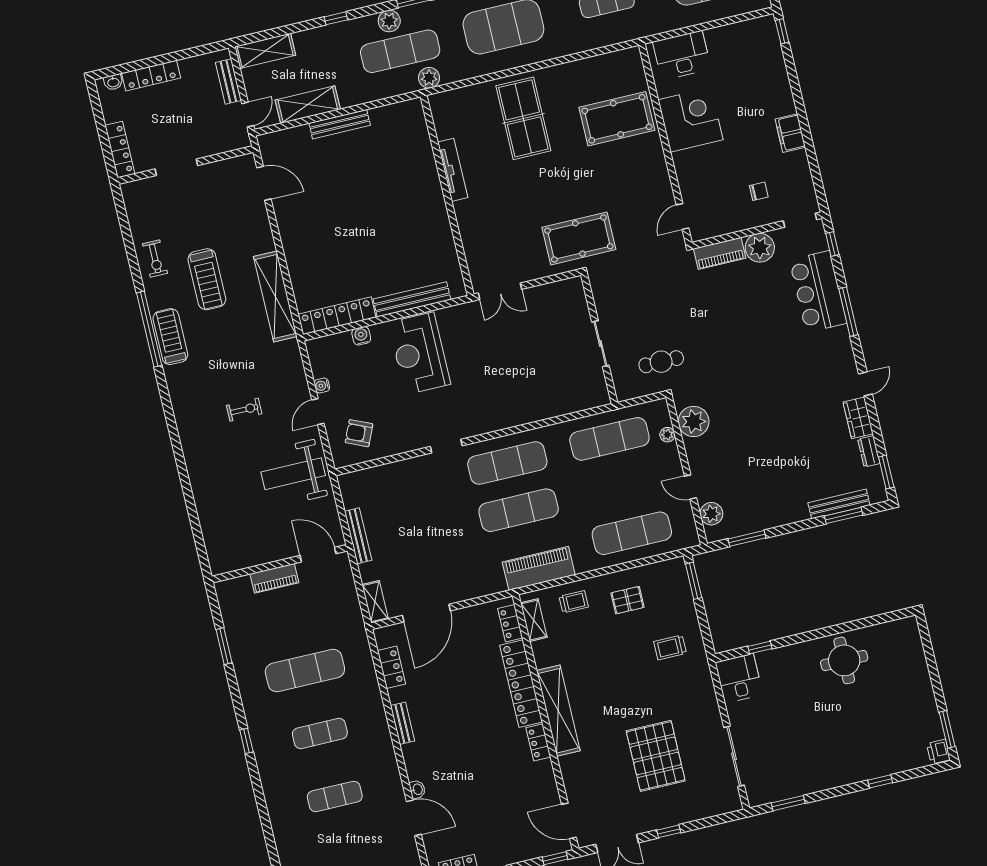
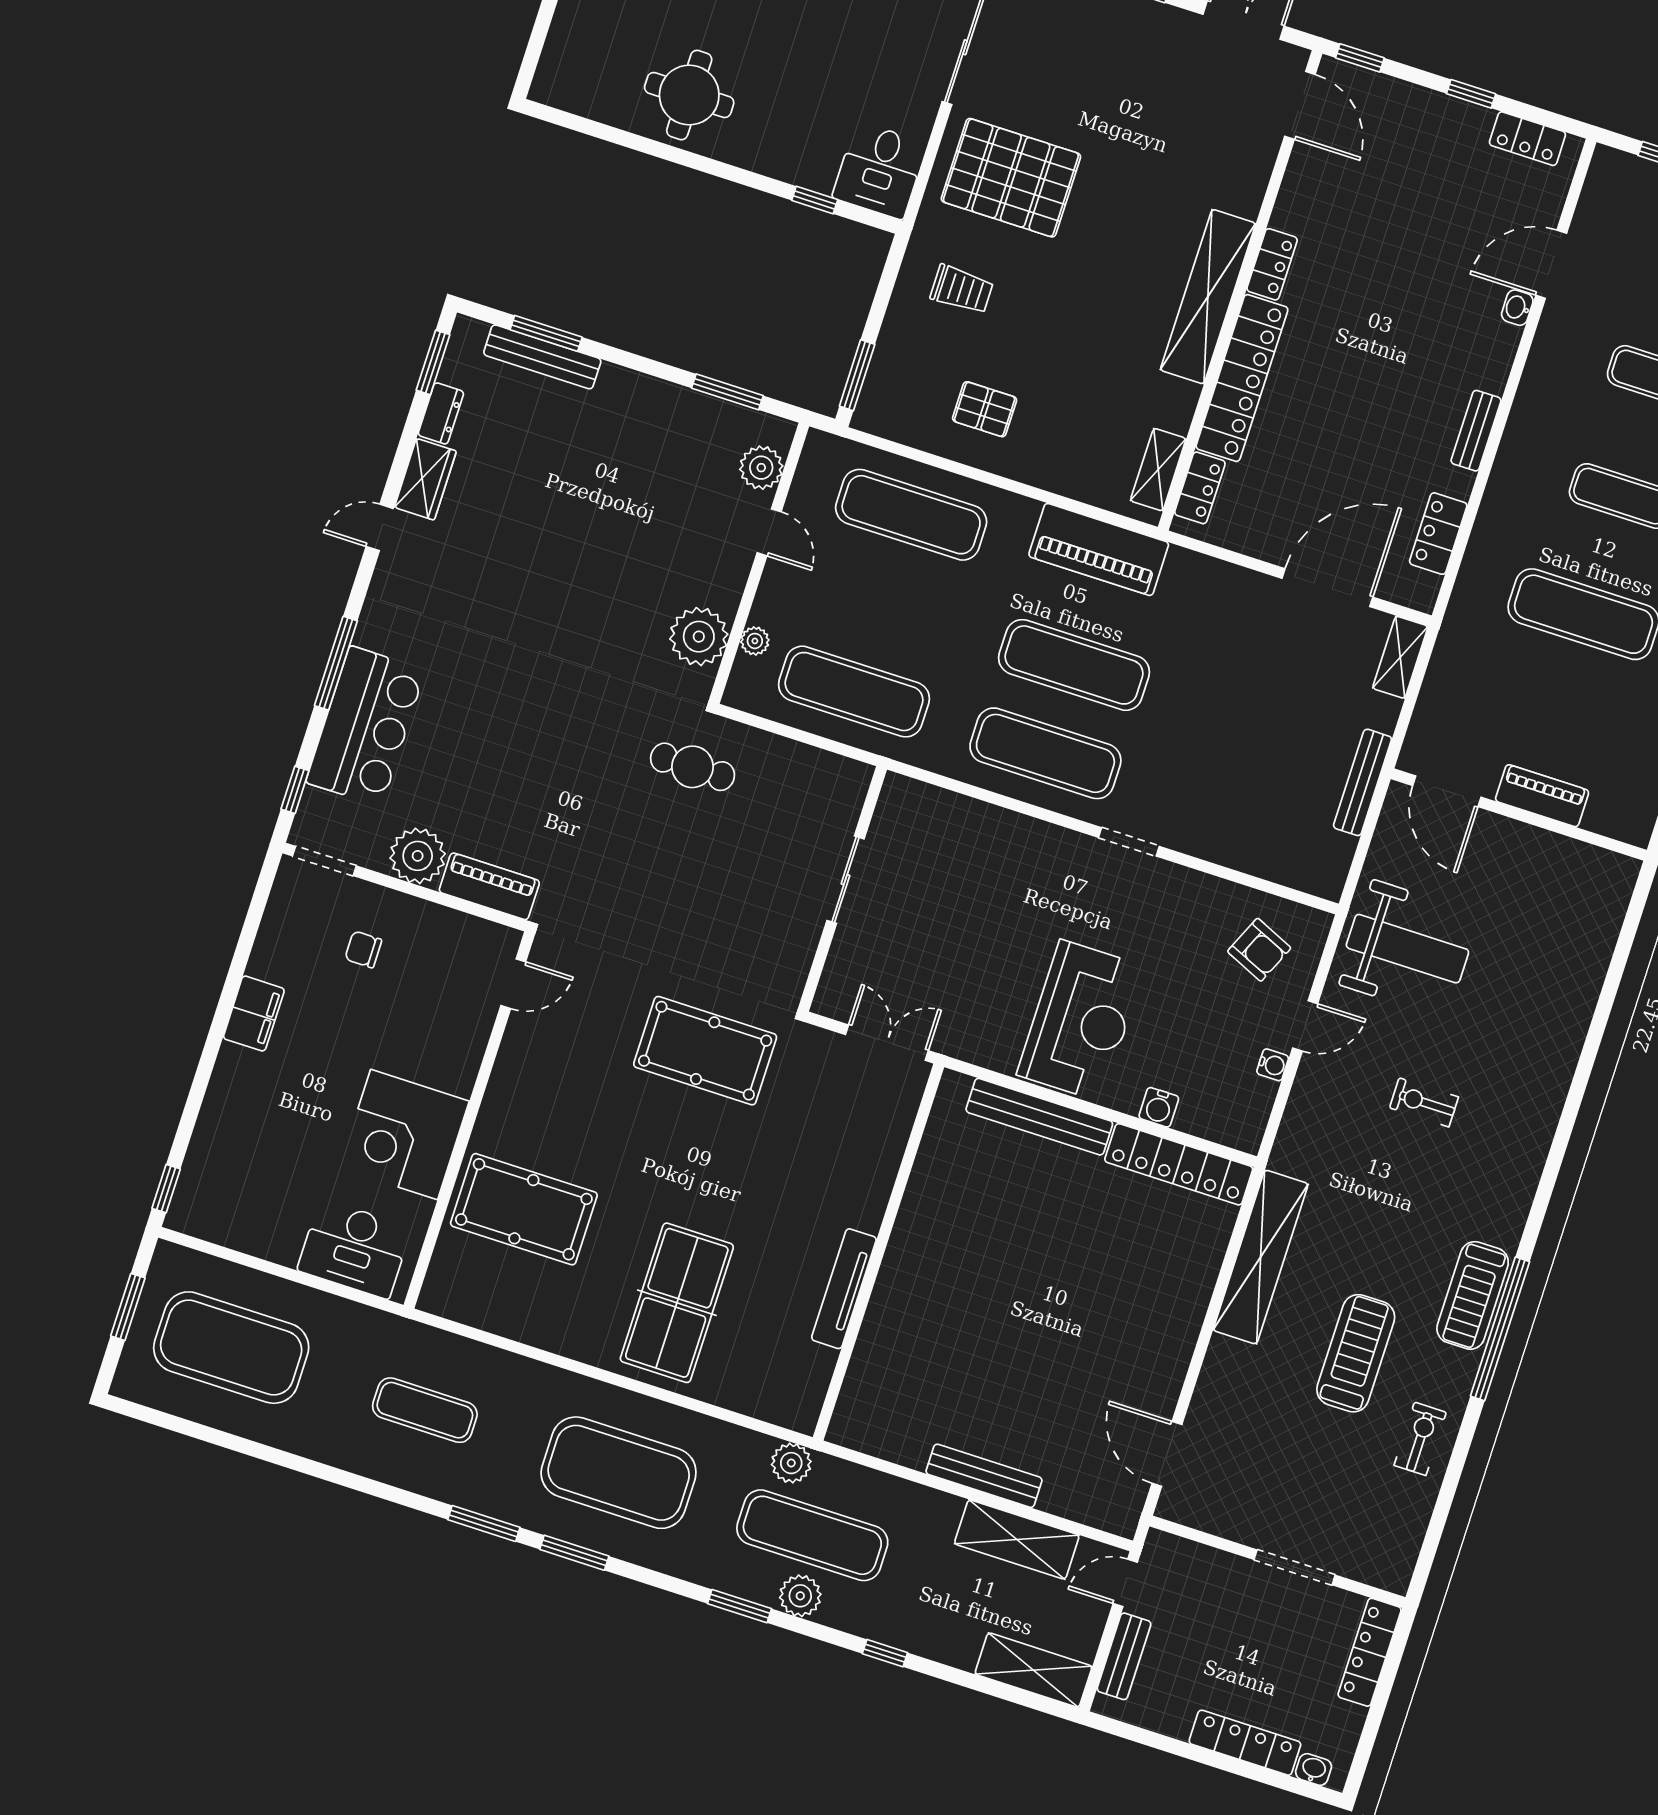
wall: (599, 339) -> (843, 889), moved
sliding door: (600, 344) -> (845, 880), moved
trolley: (574, 602) -> (1074, 460), removed
pallet: (656, 756) -> (1011, 178), moved, turned 90
door: (414, 818) -> (1551, 264), hinge flipped

